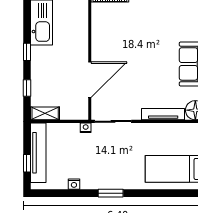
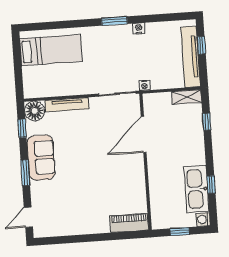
window: (27, 52) -> (211, 185), moved
nightstand: (74, 184) -> (139, 28), moved

